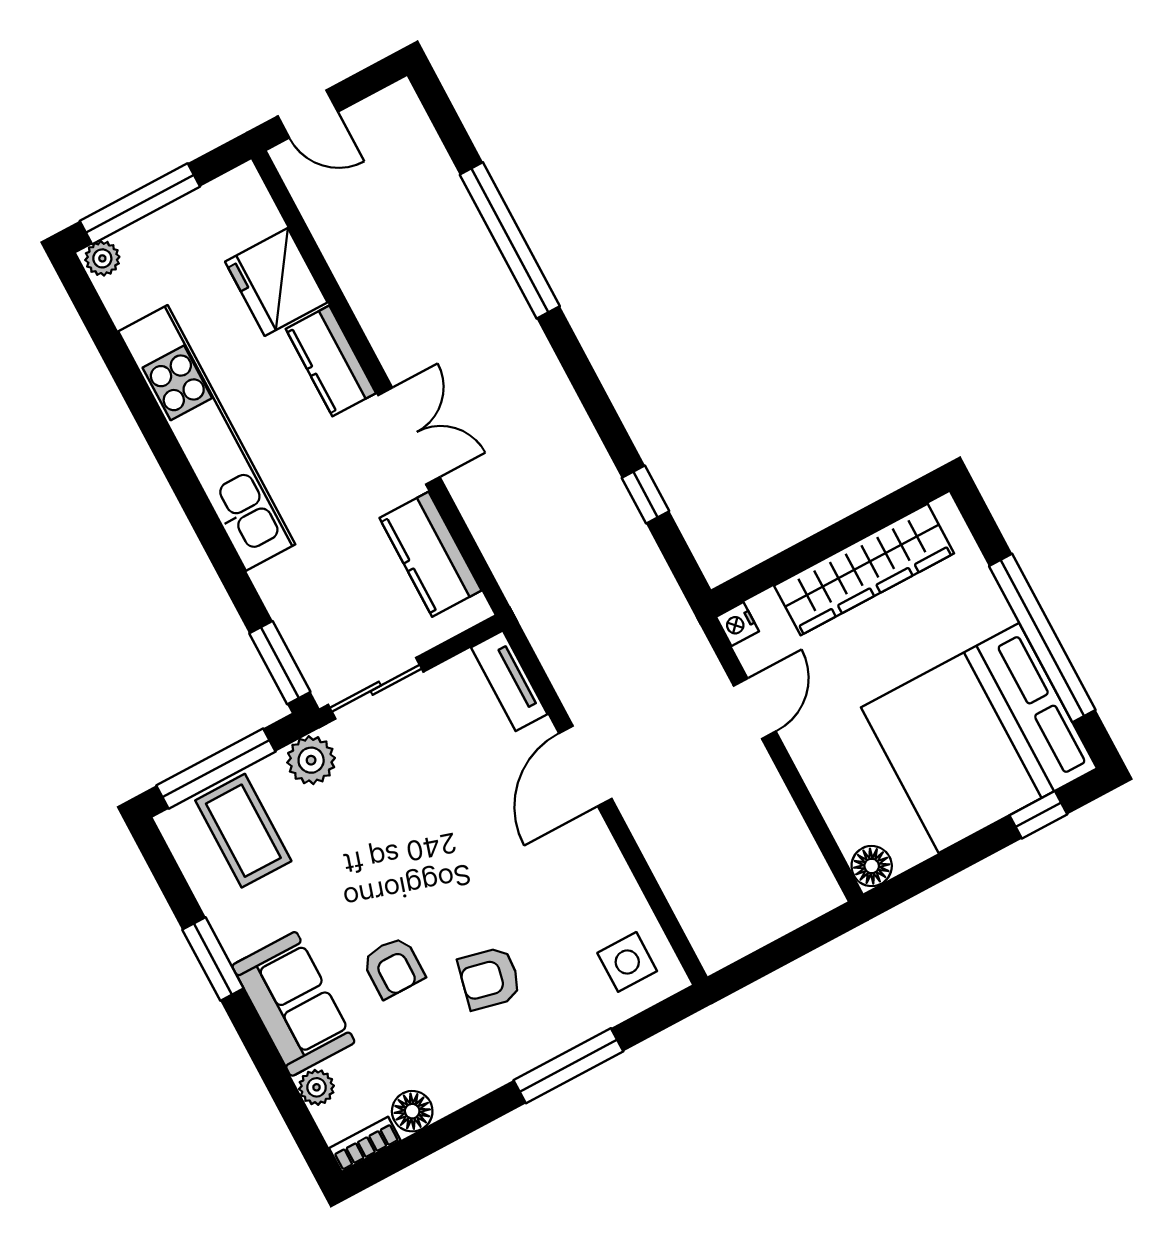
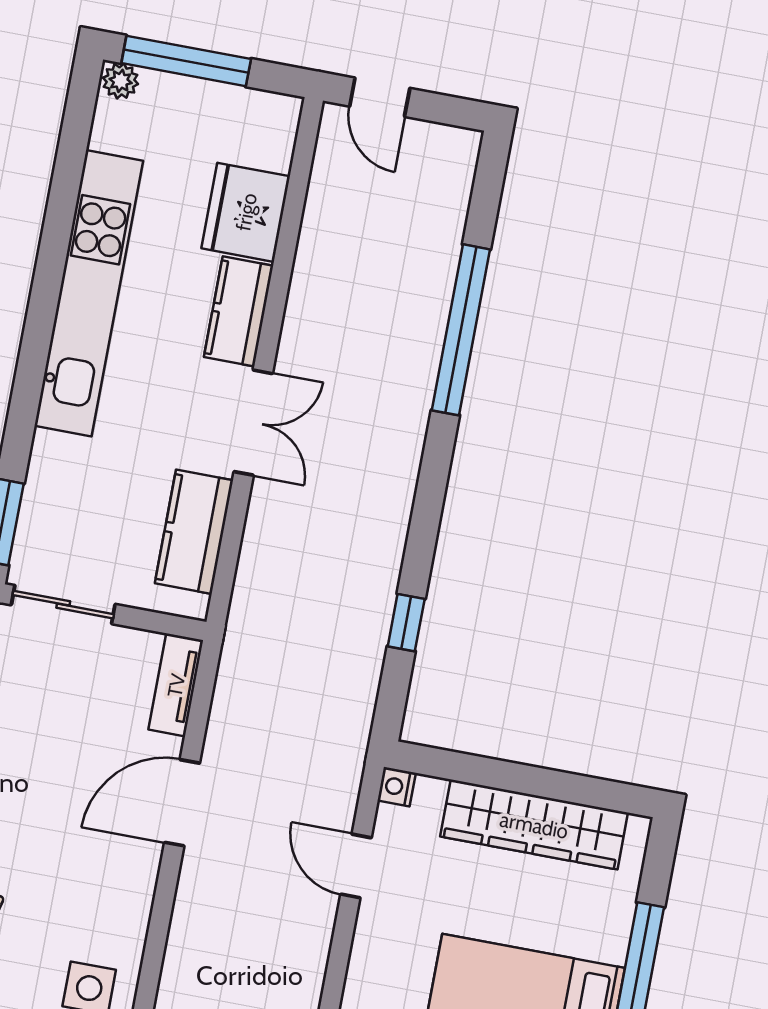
door: (755, 709) -> (356, 866), swing flipped

